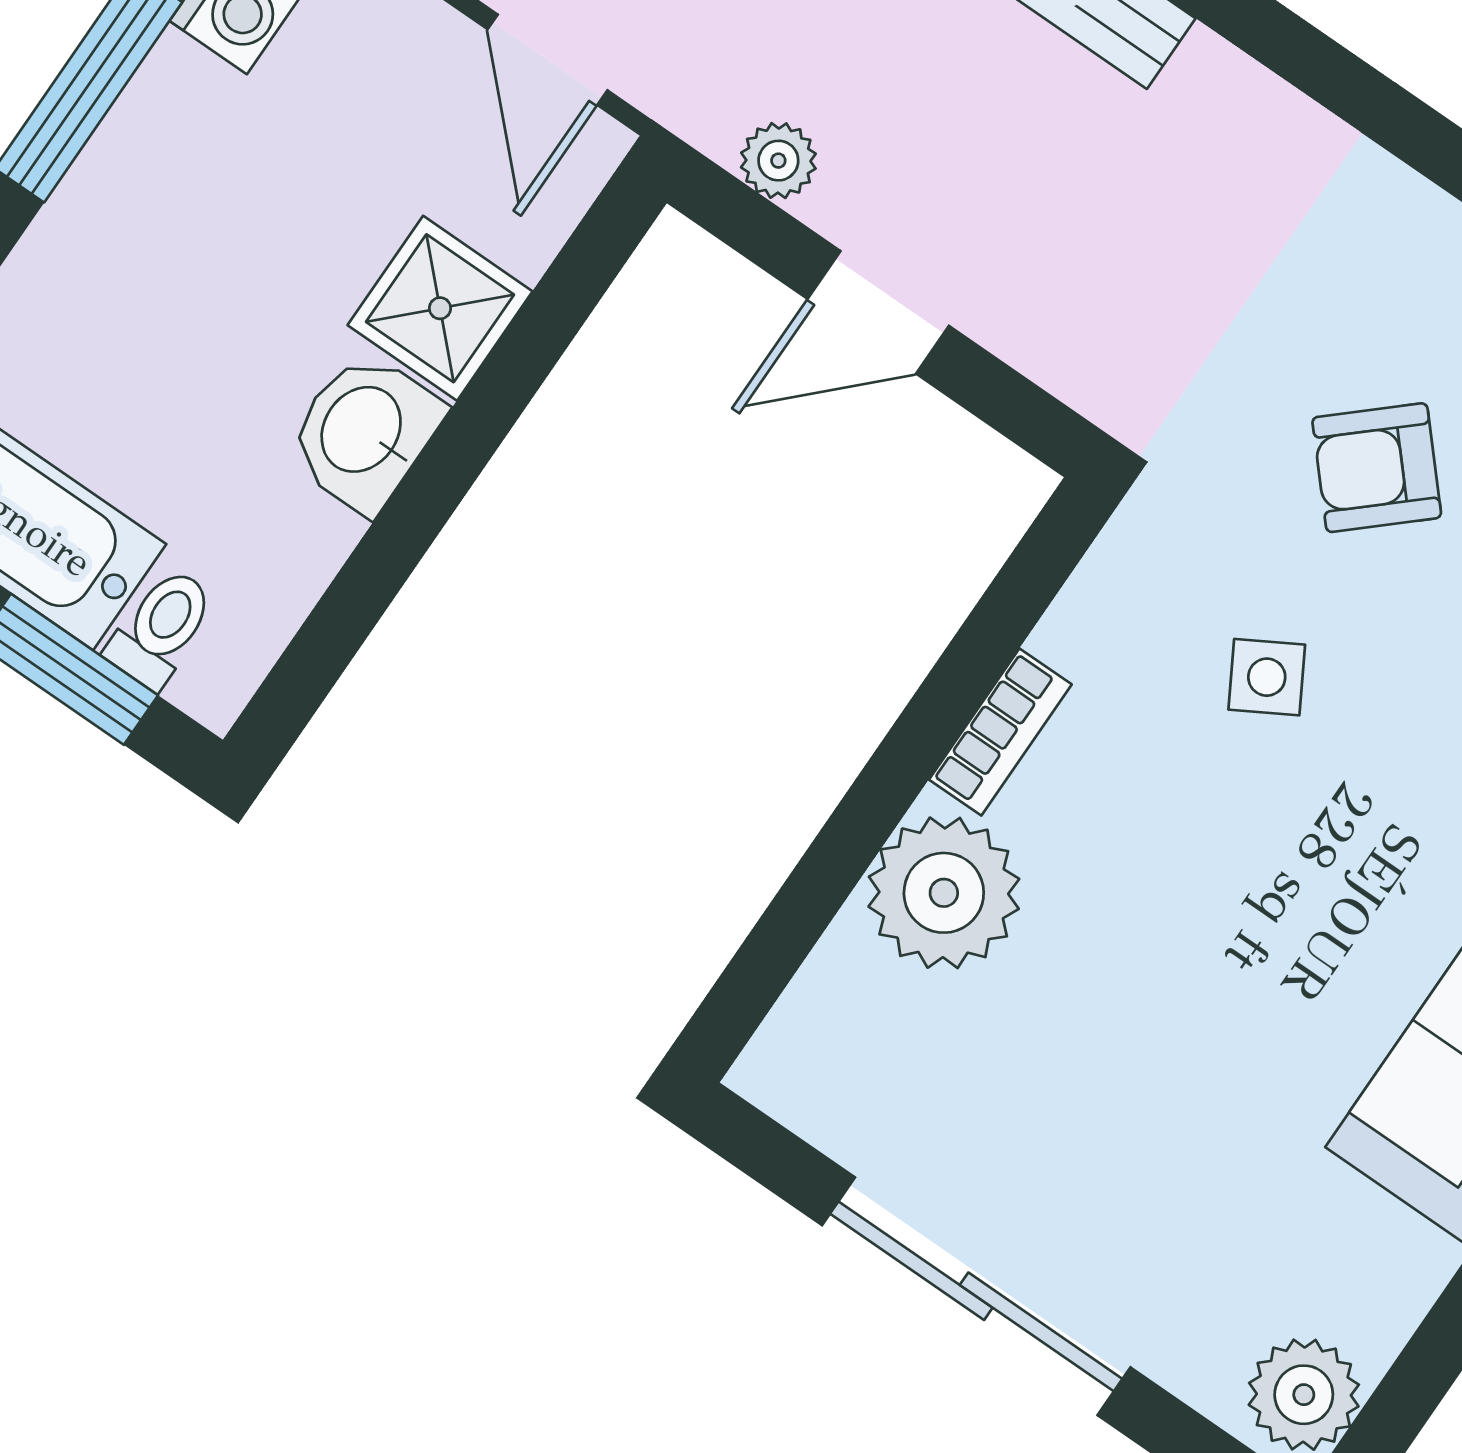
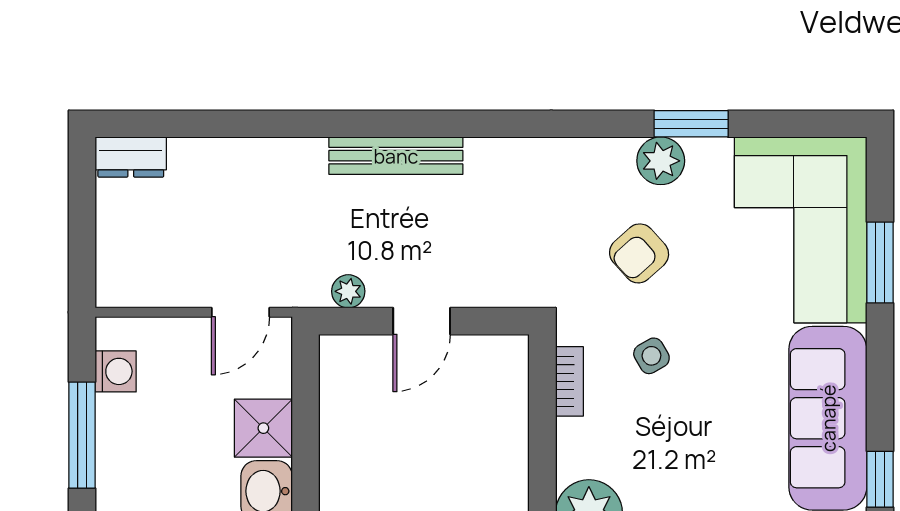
door: (547, 60) -> (240, 312), hinge flipped
bookcase: (1000, 732) -> (569, 381), moved

